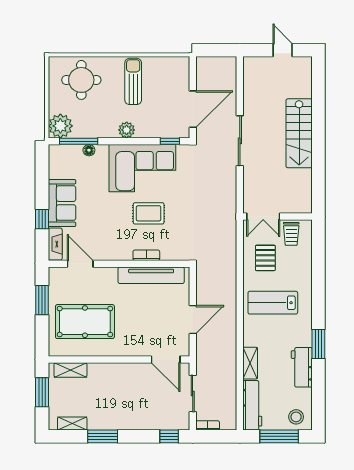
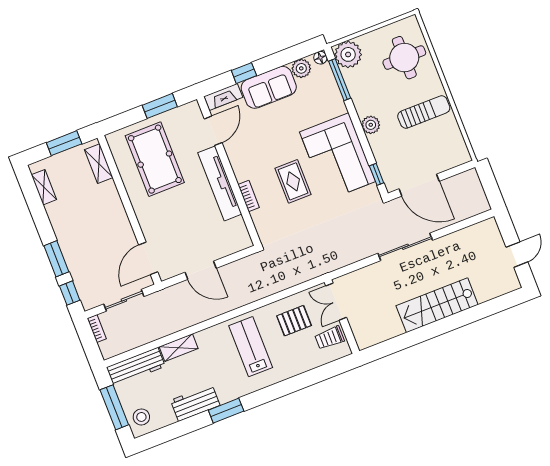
floor lamp: (89, 150) -> (320, 58), moved
plant: (57, 170) -> (301, 68), added
tv unit: (151, 275) -> (220, 183), moved
window: (103, 436) -> (56, 259), moved

